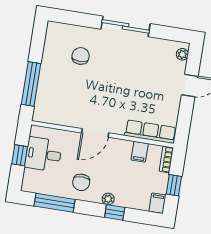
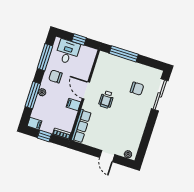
sliding door: (125, 26) -> (160, 95), moved
wheelchair: (104, 100) -> (106, 100), added
filing cabinet: (140, 152) -> (73, 104), moved
desk: (43, 154) -> (68, 52), moved
window: (115, 212) -> (33, 95), width x2.17

